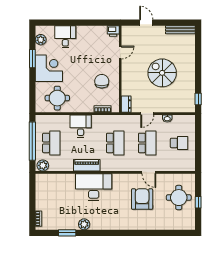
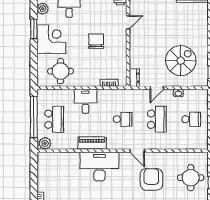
spiral stairs: (162, 73) -> (181, 61), moved, turned 90
chair: (102, 81) -> (96, 41), moved
school desk: (115, 143) -> (123, 119), width x0.54
door: (149, 172) -> (137, 151), moved

